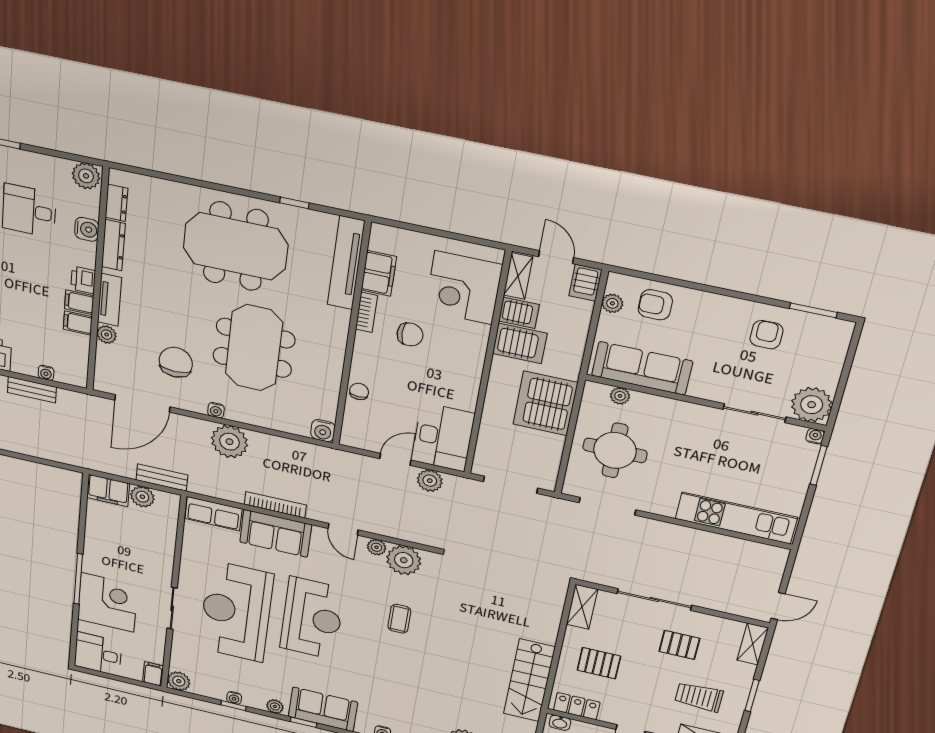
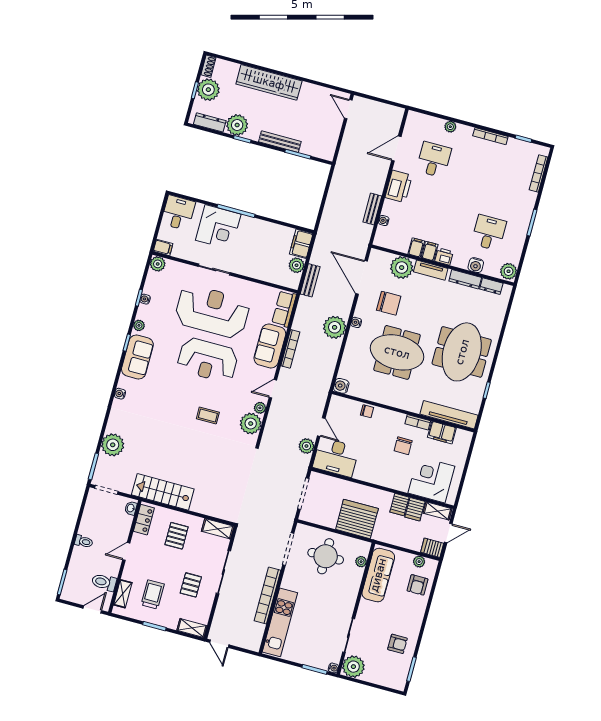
armchair: (655, 305) -> (417, 585), turned 180
plant: (107, 335) -> (402, 268), width x1.87, depth x1.87
server rack: (520, 343) -> (399, 505), width x0.73, depth x0.70
bookcase: (690, 537) -> (267, 596), added

